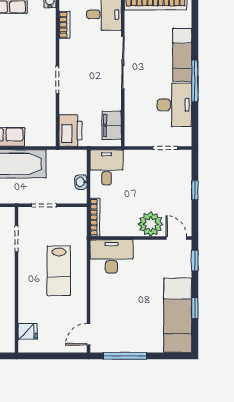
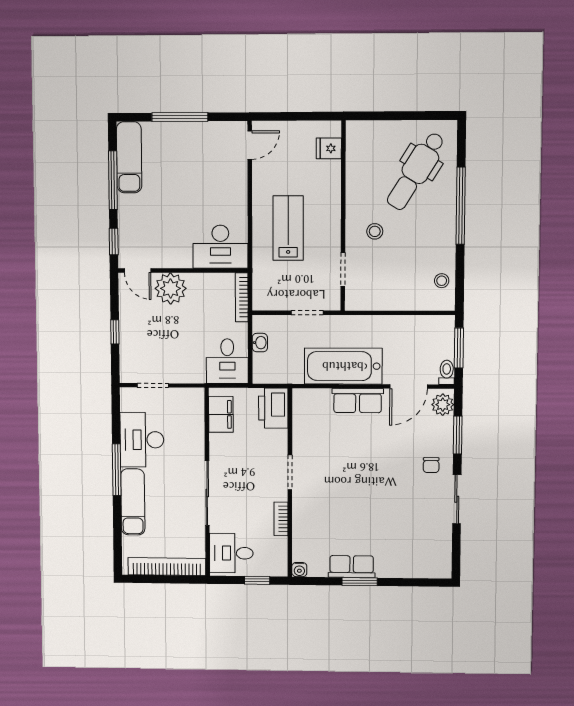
bookcase: (64, 25) -> (281, 519), moved
window: (195, 308) -> (113, 180), width x2.17
exam couch: (178, 315) -> (129, 157), width x0.73, depth x0.69
window: (125, 356) -> (180, 117), moved

